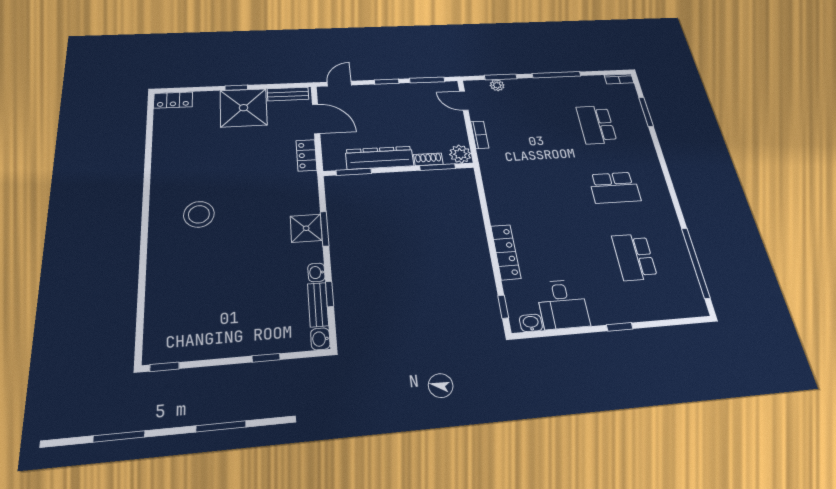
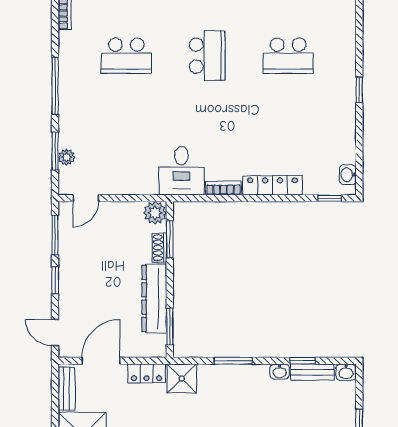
bookcase: (480, 135) -> (223, 188), moved
shower: (306, 228) -> (182, 379), moved
desk: (562, 304) -> (181, 171), moved, turned 90

